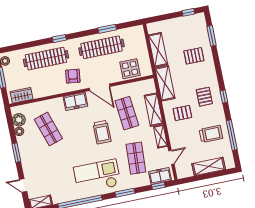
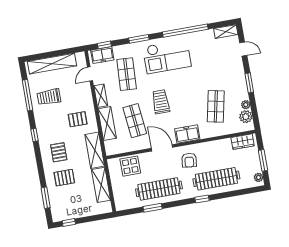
pallet: (204, 97) -> (59, 152), moved
shop shelf: (48, 129) -> (216, 106), turned 30
shelving: (209, 166) -> (52, 64), width x1.47

